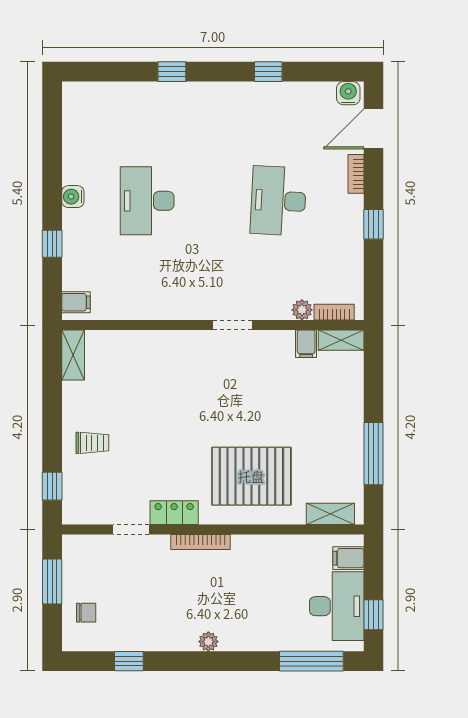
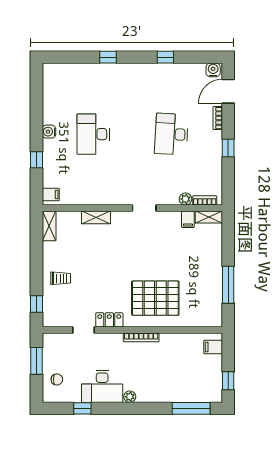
shelving: (330, 514) -> (96, 217), moved
bookcase: (200, 542) -> (141, 337), moved
desk: (337, 606) -> (102, 386), moved, turned 90

